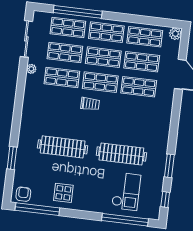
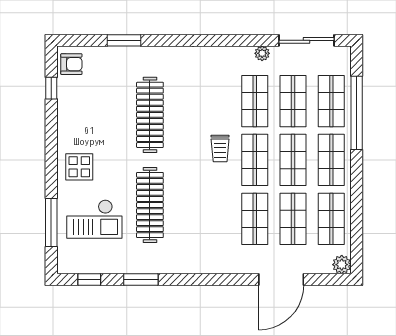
display table: (63, 193) -> (79, 167), moved
window: (37, 209) -> (51, 88), width x0.32
window: (125, 220) -> (51, 222), width x0.68

